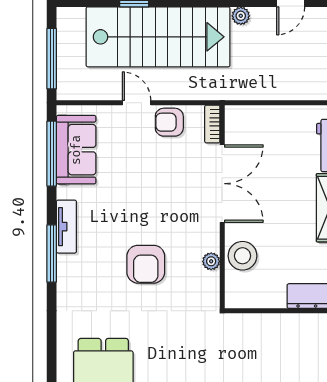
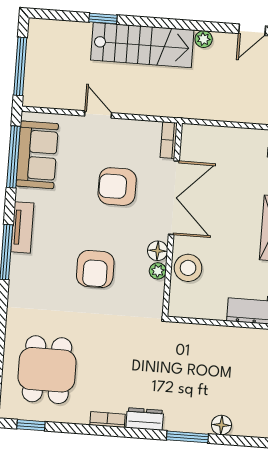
stairs: (158, 37) -> (142, 45), width x0.73, depth x0.66
armchair: (169, 122) -> (117, 187), moved, width x1.38, depth x1.38
floor lamp: (209, 240) -> (158, 251), added

